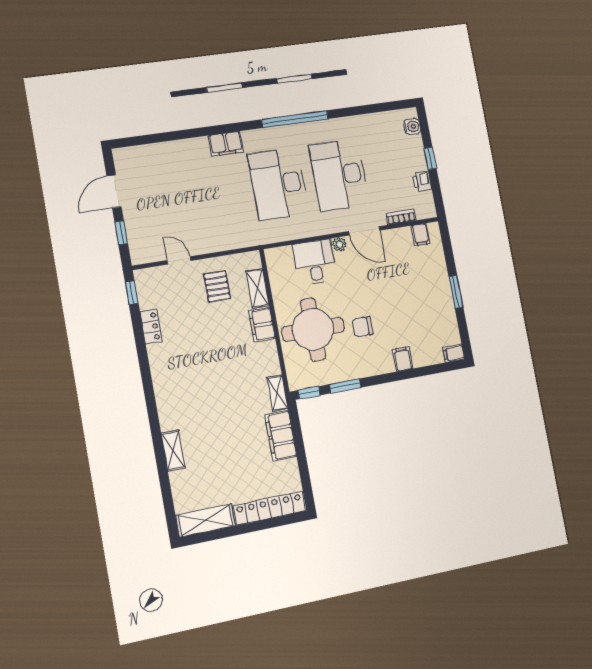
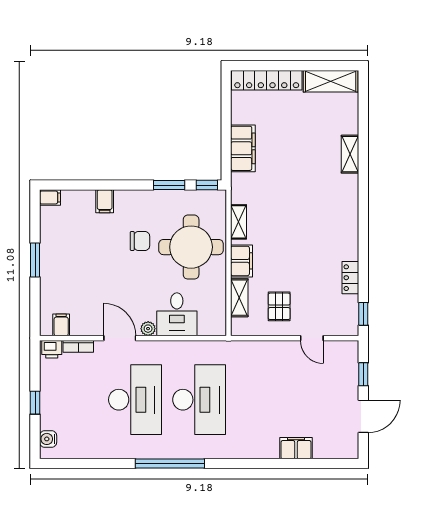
filing cabinet: (226, 144) -> (296, 448), moved
printer: (422, 181) -> (52, 349), moved, turned 90
shelving: (277, 393) -> (238, 222), moved

